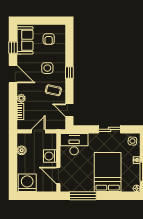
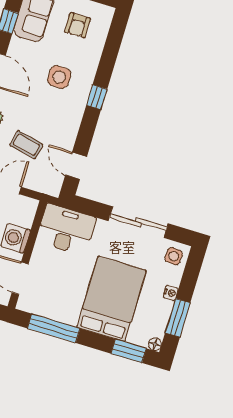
coffee table: (53, 90) -> (26, 145), moved
sliding door: (109, 129) -> (138, 222), width x1.37
window: (124, 196) -> (129, 351), added

